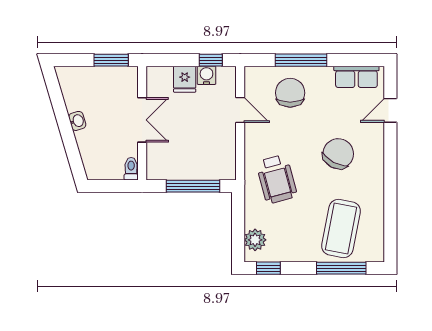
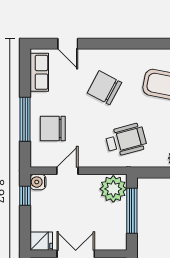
water cooler: (206, 75) -> (38, 182), moved
fridge: (185, 79) -> (41, 241), moved
plant: (219, 164) -> (113, 189), added

